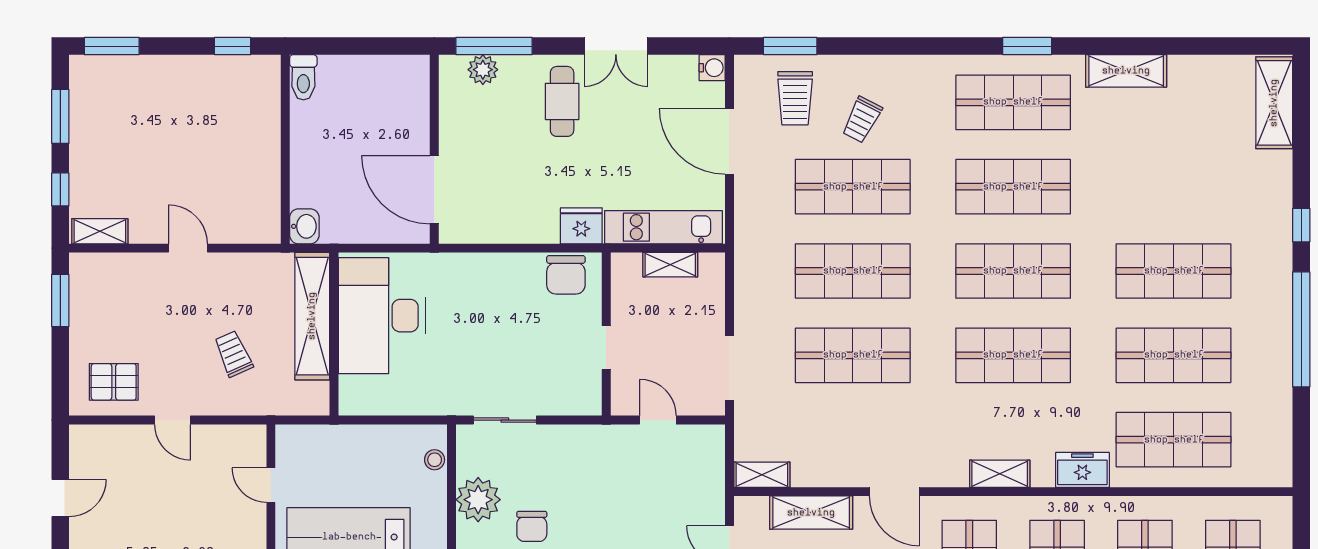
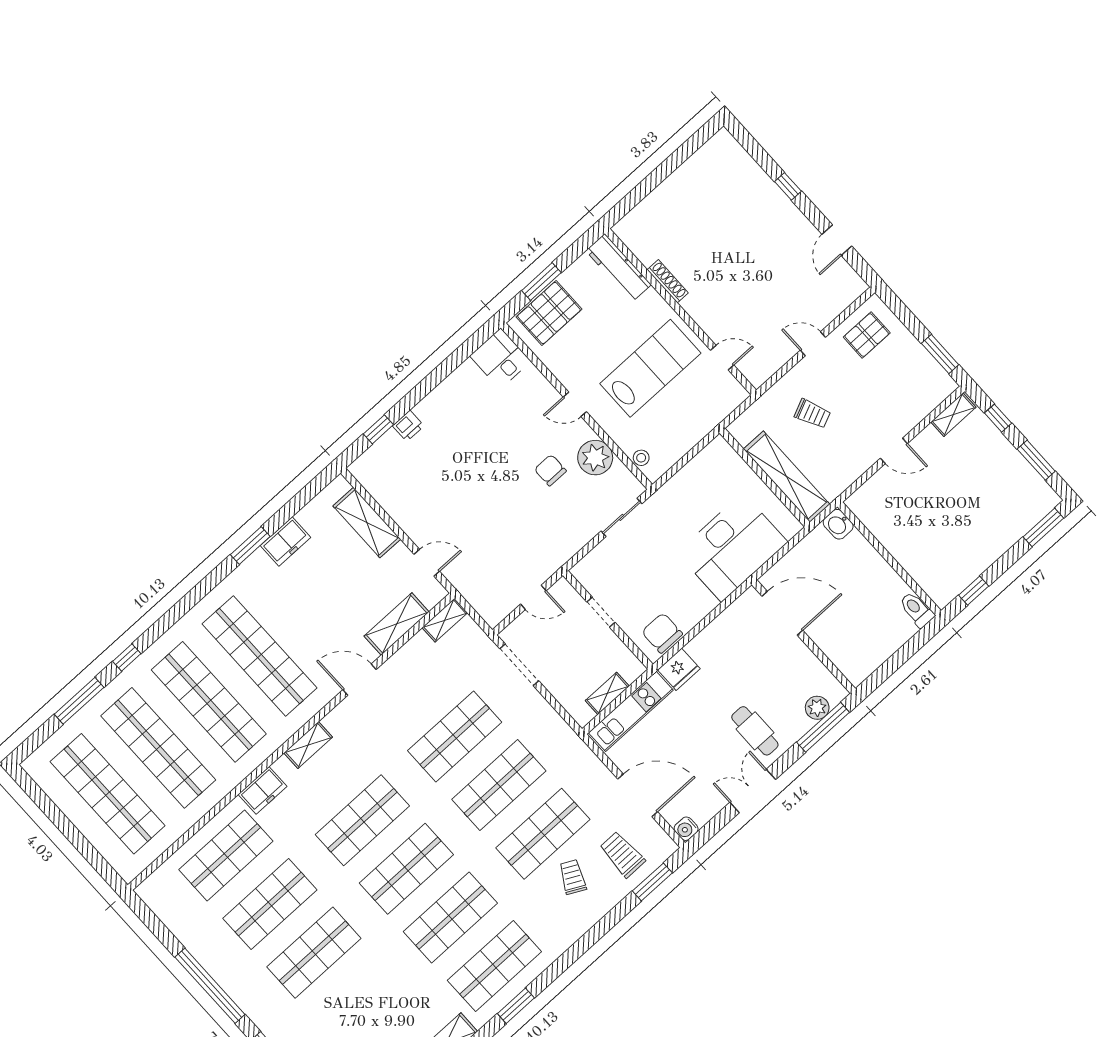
desk: (382, 316) -> (732, 547), moved, turned 90

